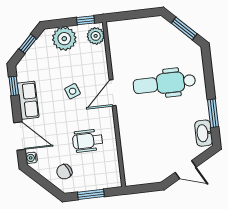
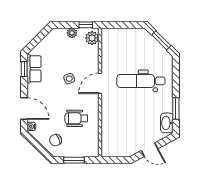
plant: (64, 39) -> (72, 33), width x0.53, depth x0.53
window: (28, 44) -> (39, 38), removed
row of seats: (28, 100) -> (34, 69), moved

